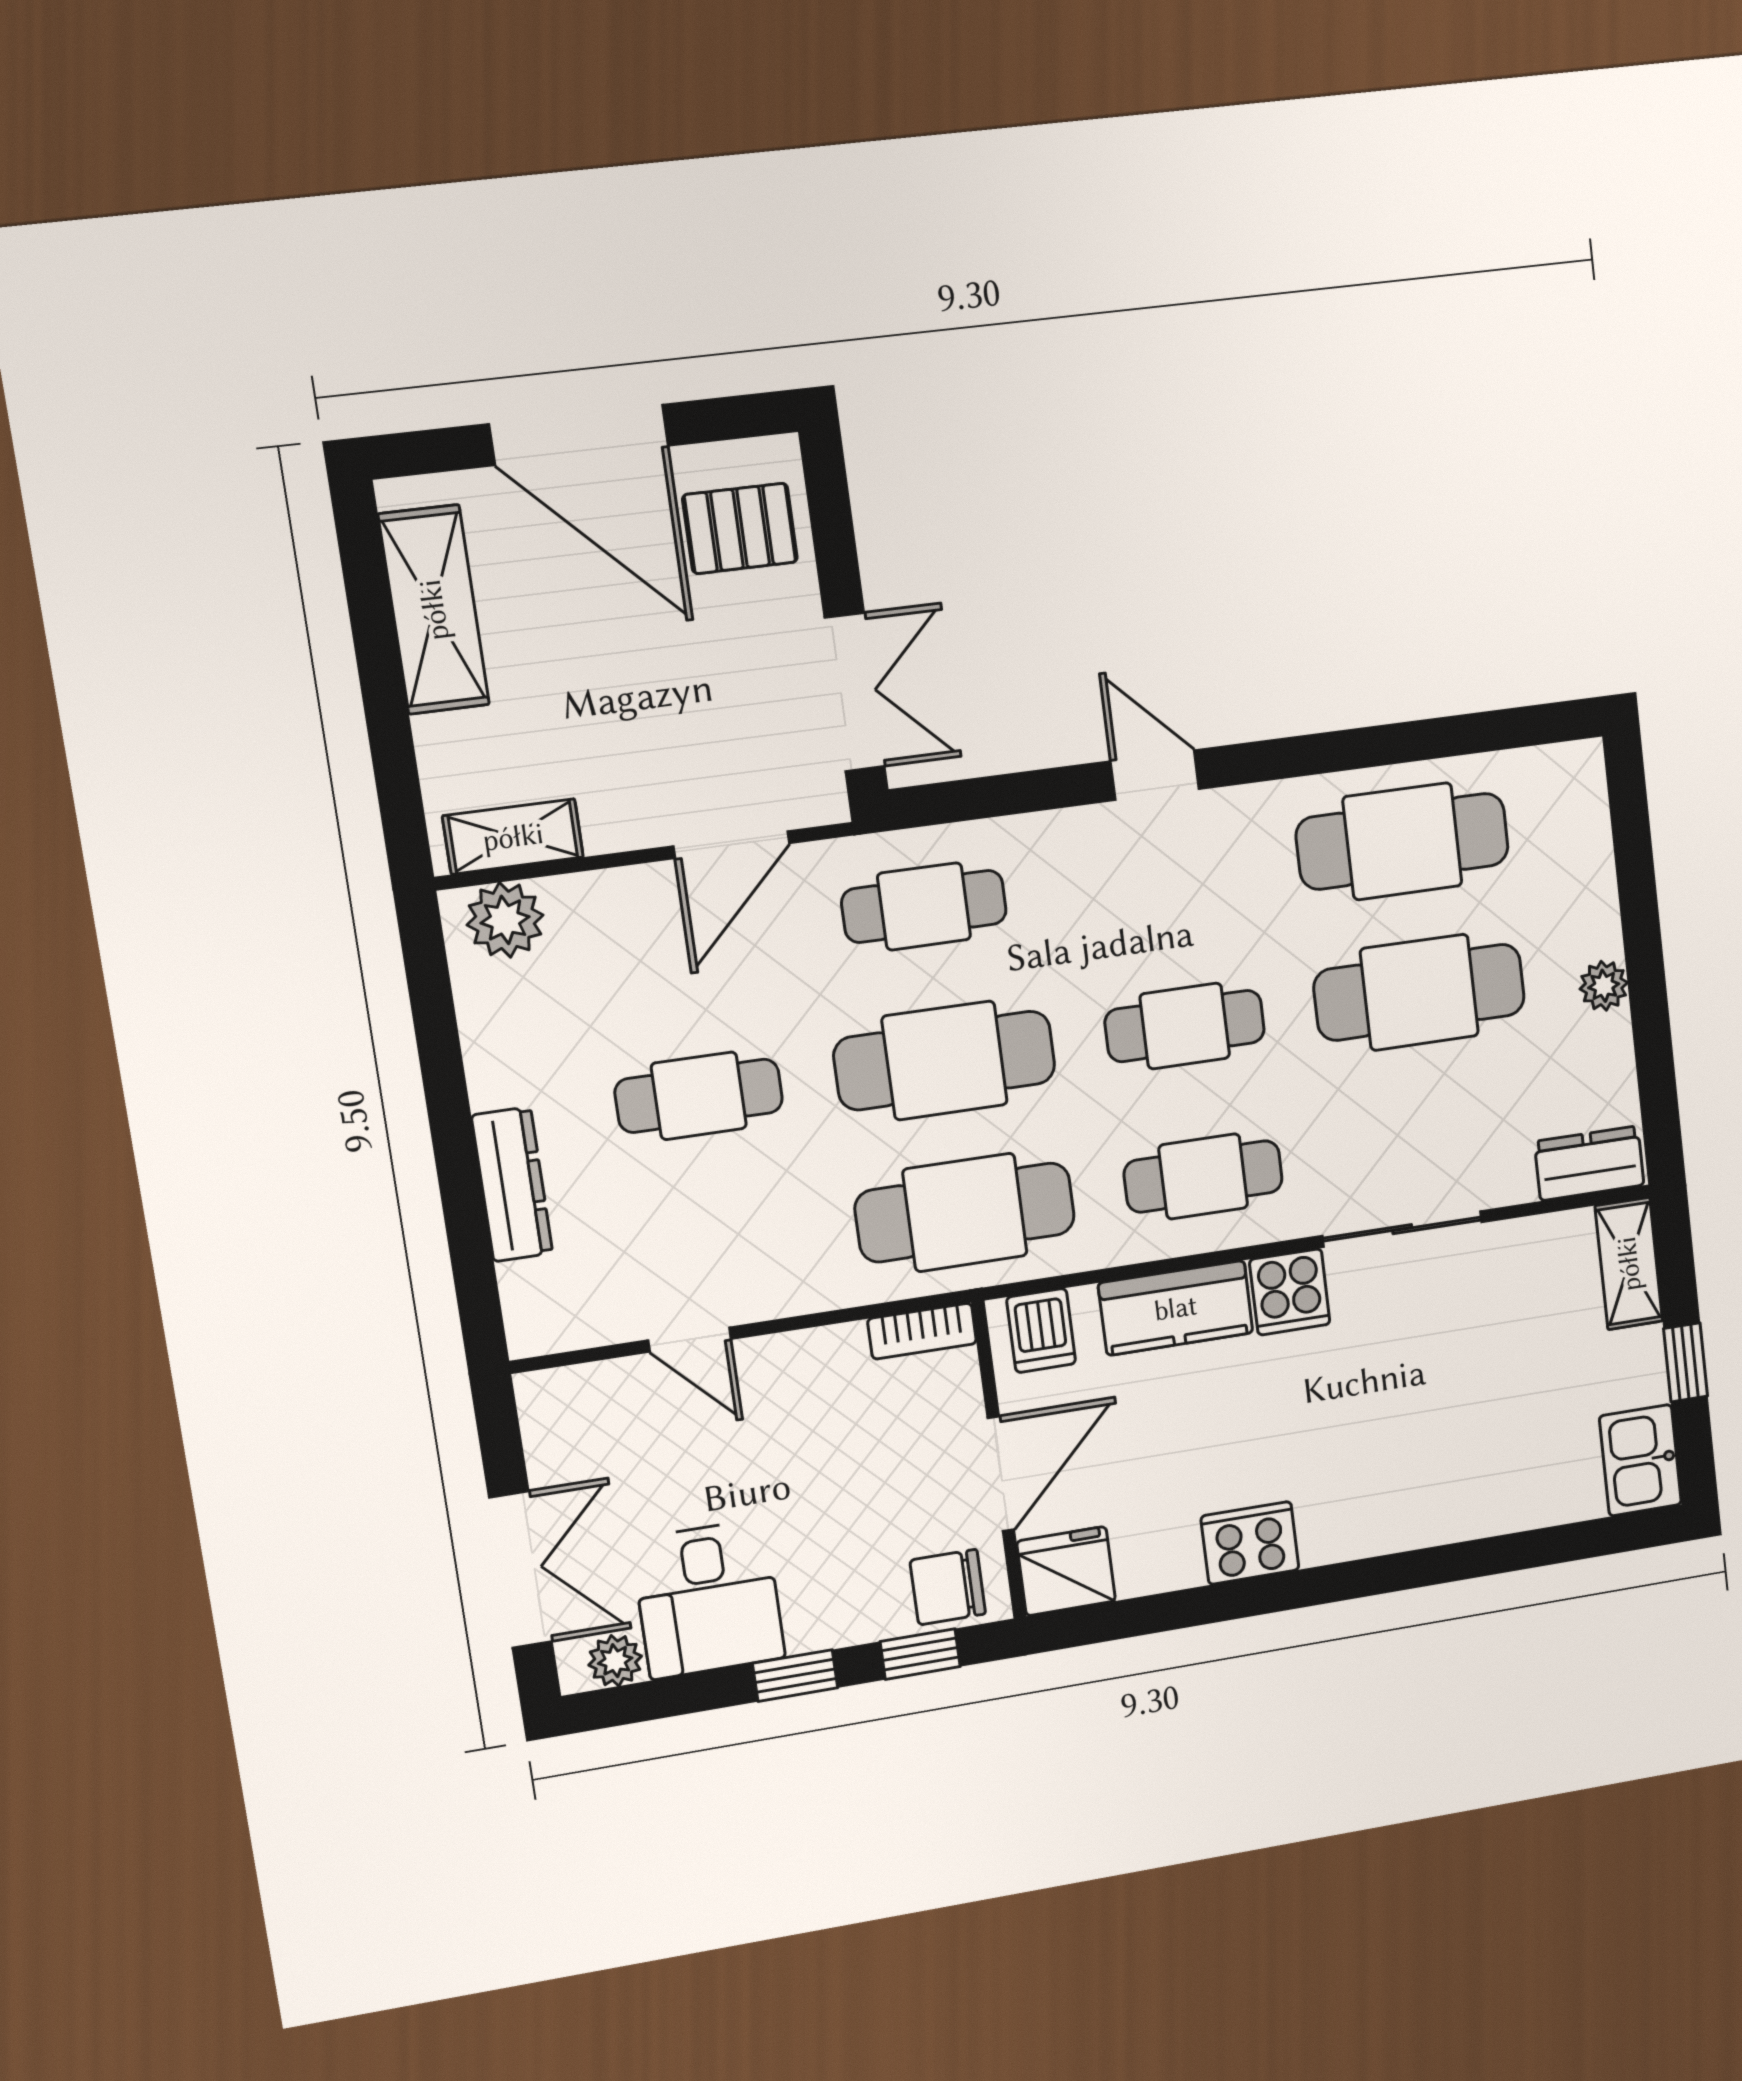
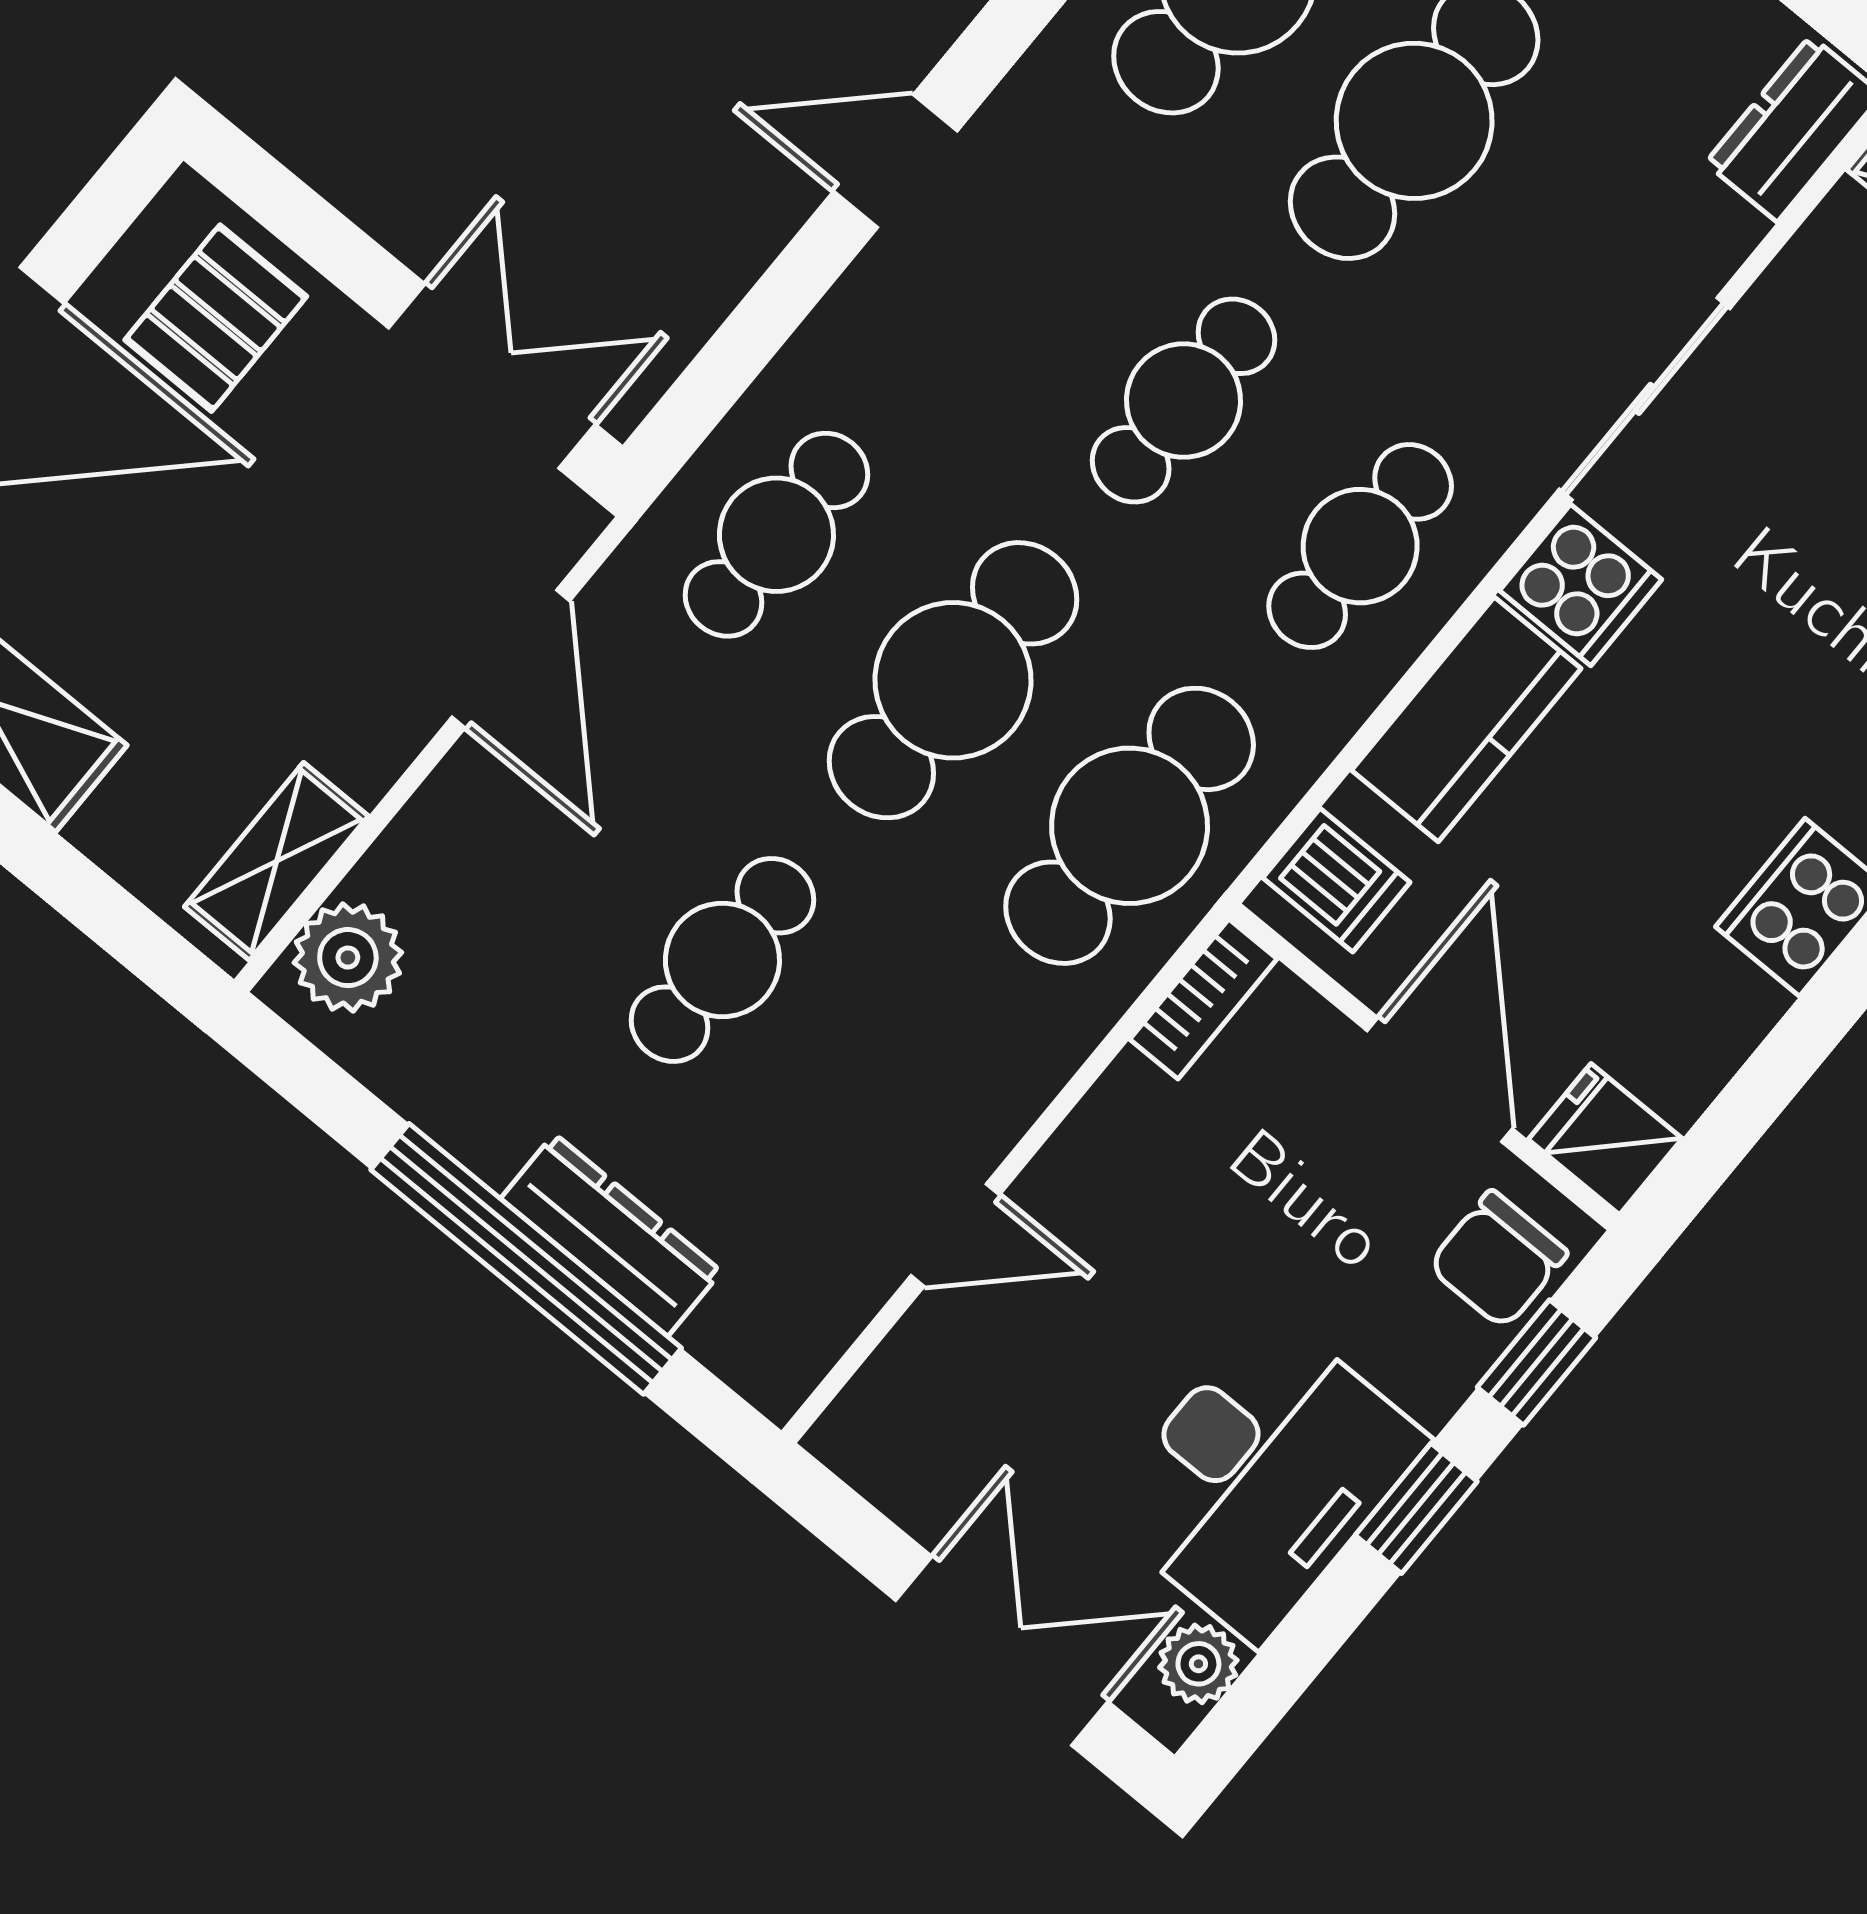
window: (456, 1158) -> (526, 1259), added
fridge: (1066, 1571) -> (1605, 1139), width x0.72
desk: (708, 1599) -> (1263, 1477), width x1.37

